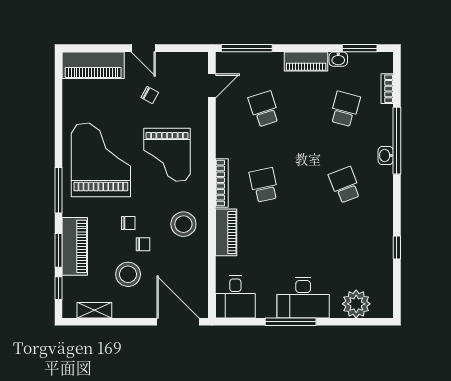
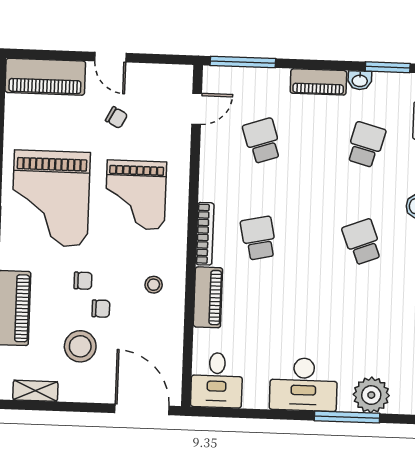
grand piano: (101, 160) -> (51, 198), turned 180
stool: (183, 224) -> (154, 285), width x0.53, depth x0.53
window: (291, 322) -> (347, 417), moved

